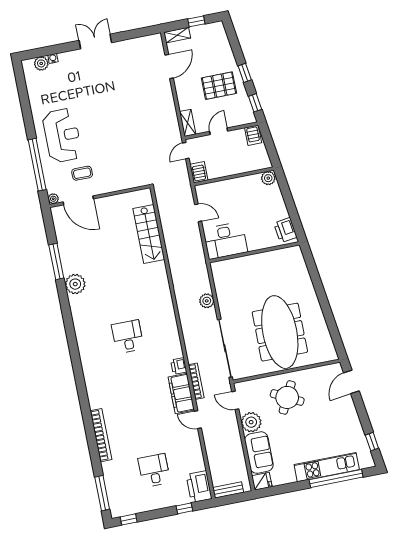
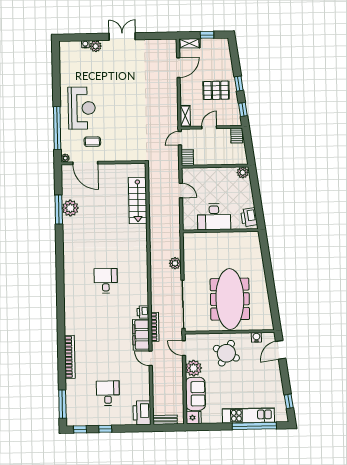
plant: (41, 63) -> (96, 46), moved
desk: (225, 241) -> (214, 217), moved
plant: (75, 284) -> (70, 208), moved
water cooler: (320, 372) -> (256, 337), added
window: (184, 508) -> (105, 429), moved

